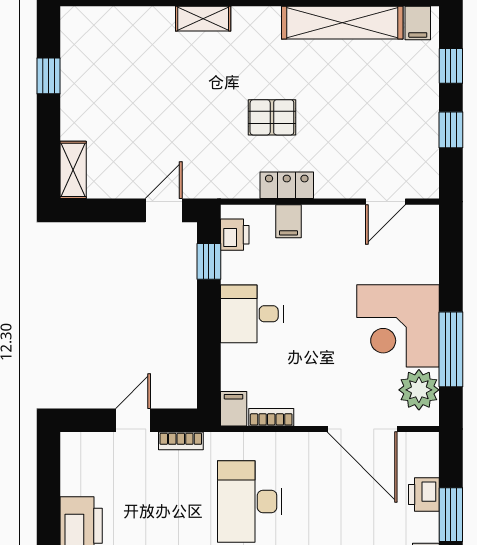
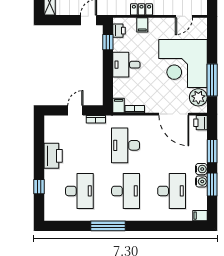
corner desk: (398, 326) -> (183, 63), width x1.36, depth x1.36
printer: (424, 495) -> (200, 123), moved

